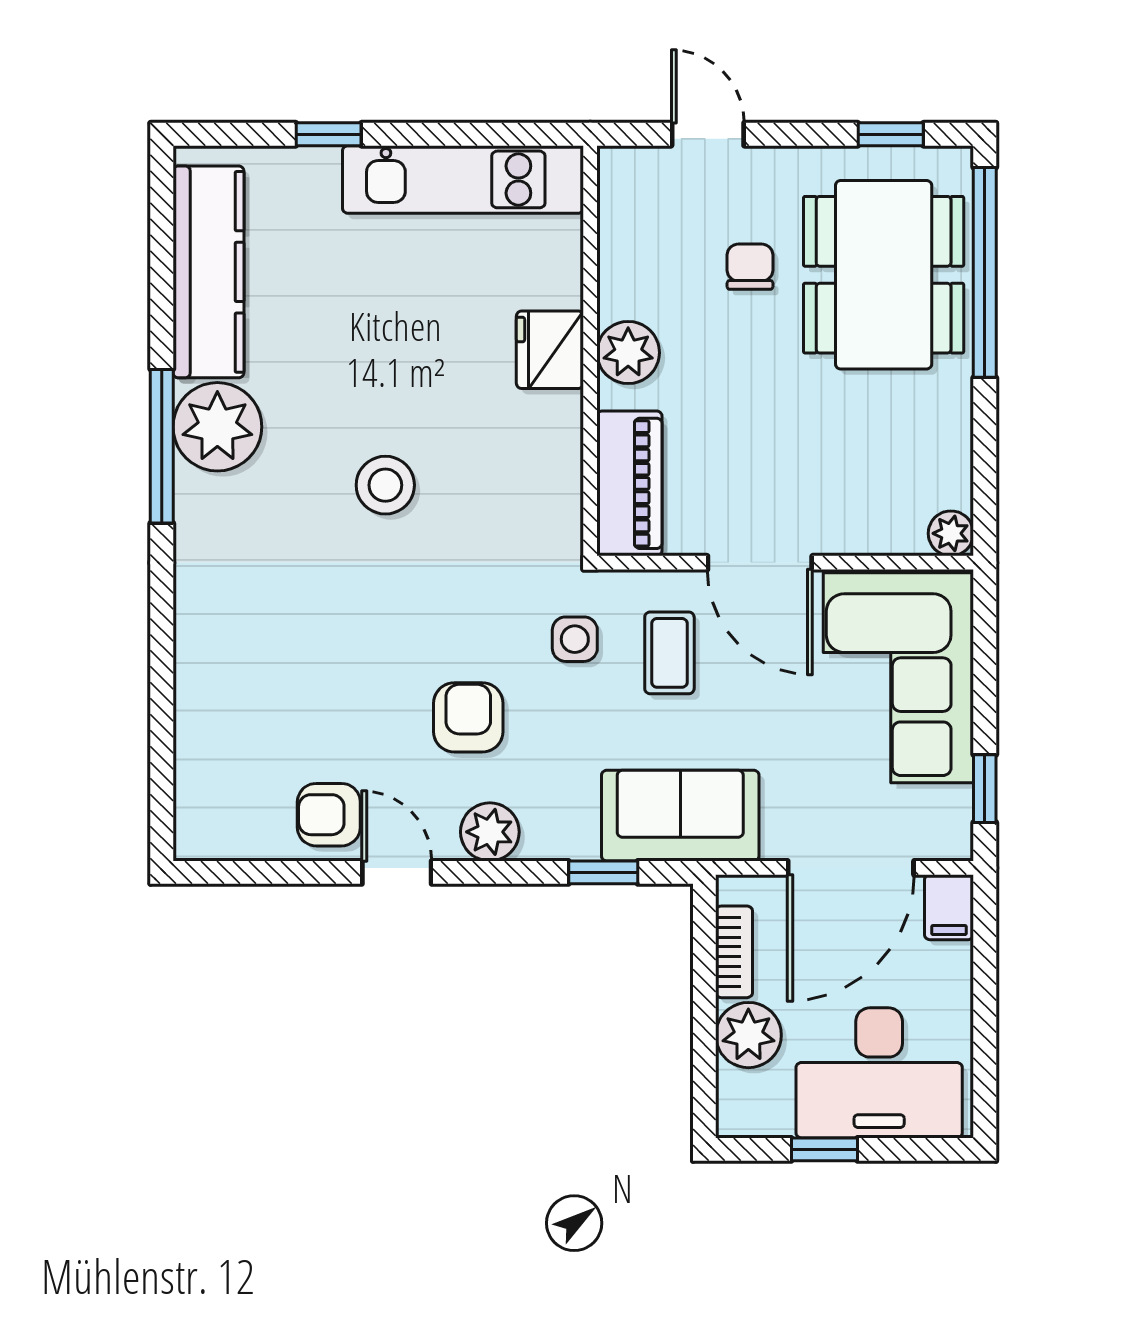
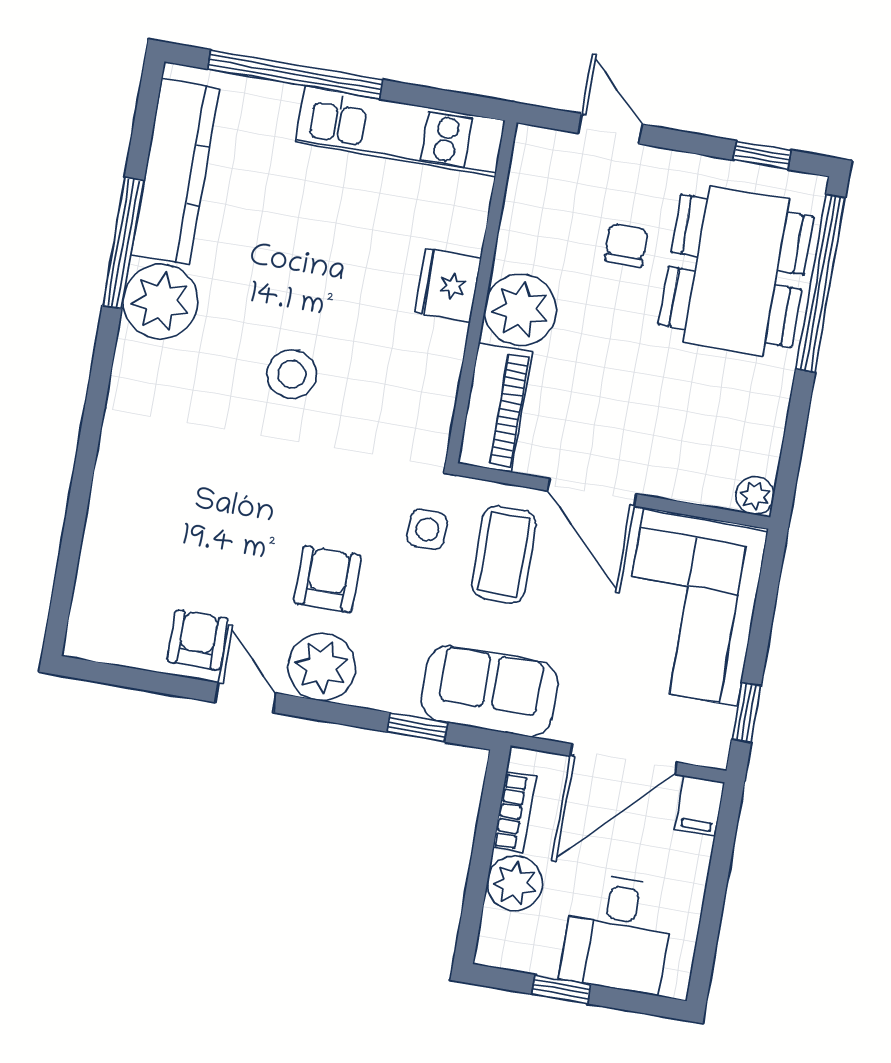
window: (329, 134) -> (295, 74), width x3.17
plant: (628, 353) -> (520, 310), width x1.36, depth x1.36
window: (162, 446) -> (123, 243), moved
coffee table: (669, 653) -> (504, 554), width x1.36, depth x1.30
armchair: (329, 815) -> (198, 640), turned 90
plant: (490, 832) -> (322, 667), width x1.36, depth x1.36
desk: (879, 1073) -> (618, 933), width x0.73

